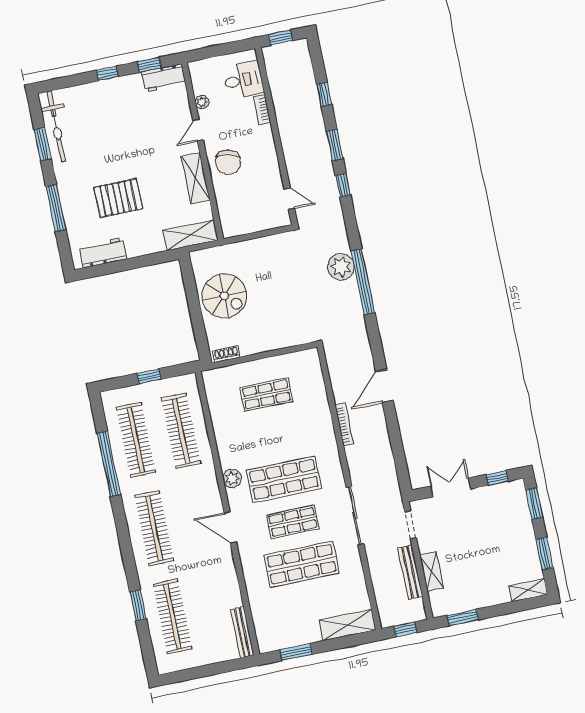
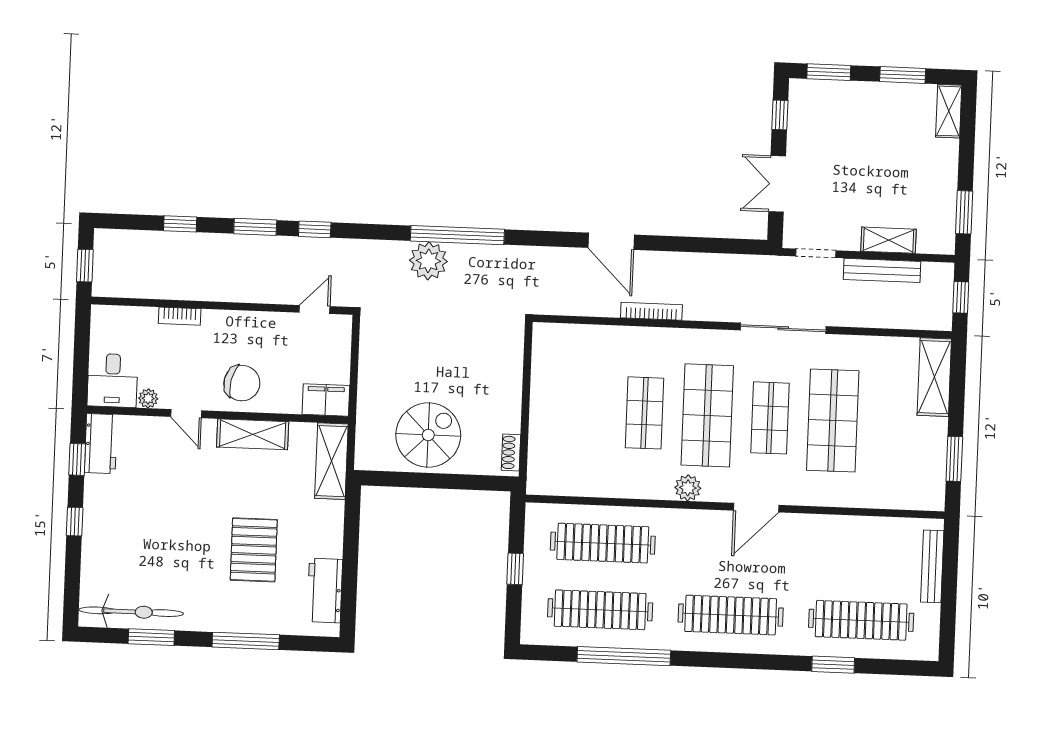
desk: (243, 80) -> (113, 380), moved, turned 180
filing cabinet: (231, 221) -> (326, 400), added
shop shelf: (266, 394) -> (644, 413), moved
bench: (242, 632) -> (932, 566), moved, turned 90

